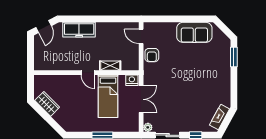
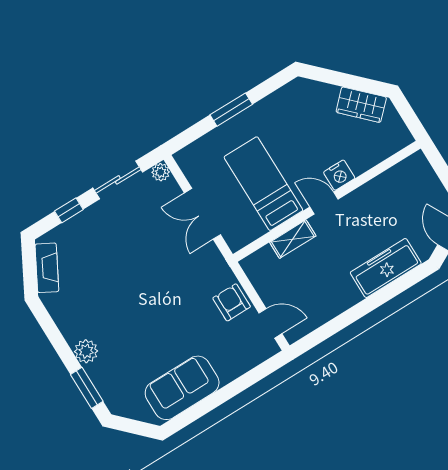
plant: (225, 72) -> (86, 351), added
nightstand: (132, 80) -> (339, 175), moved

